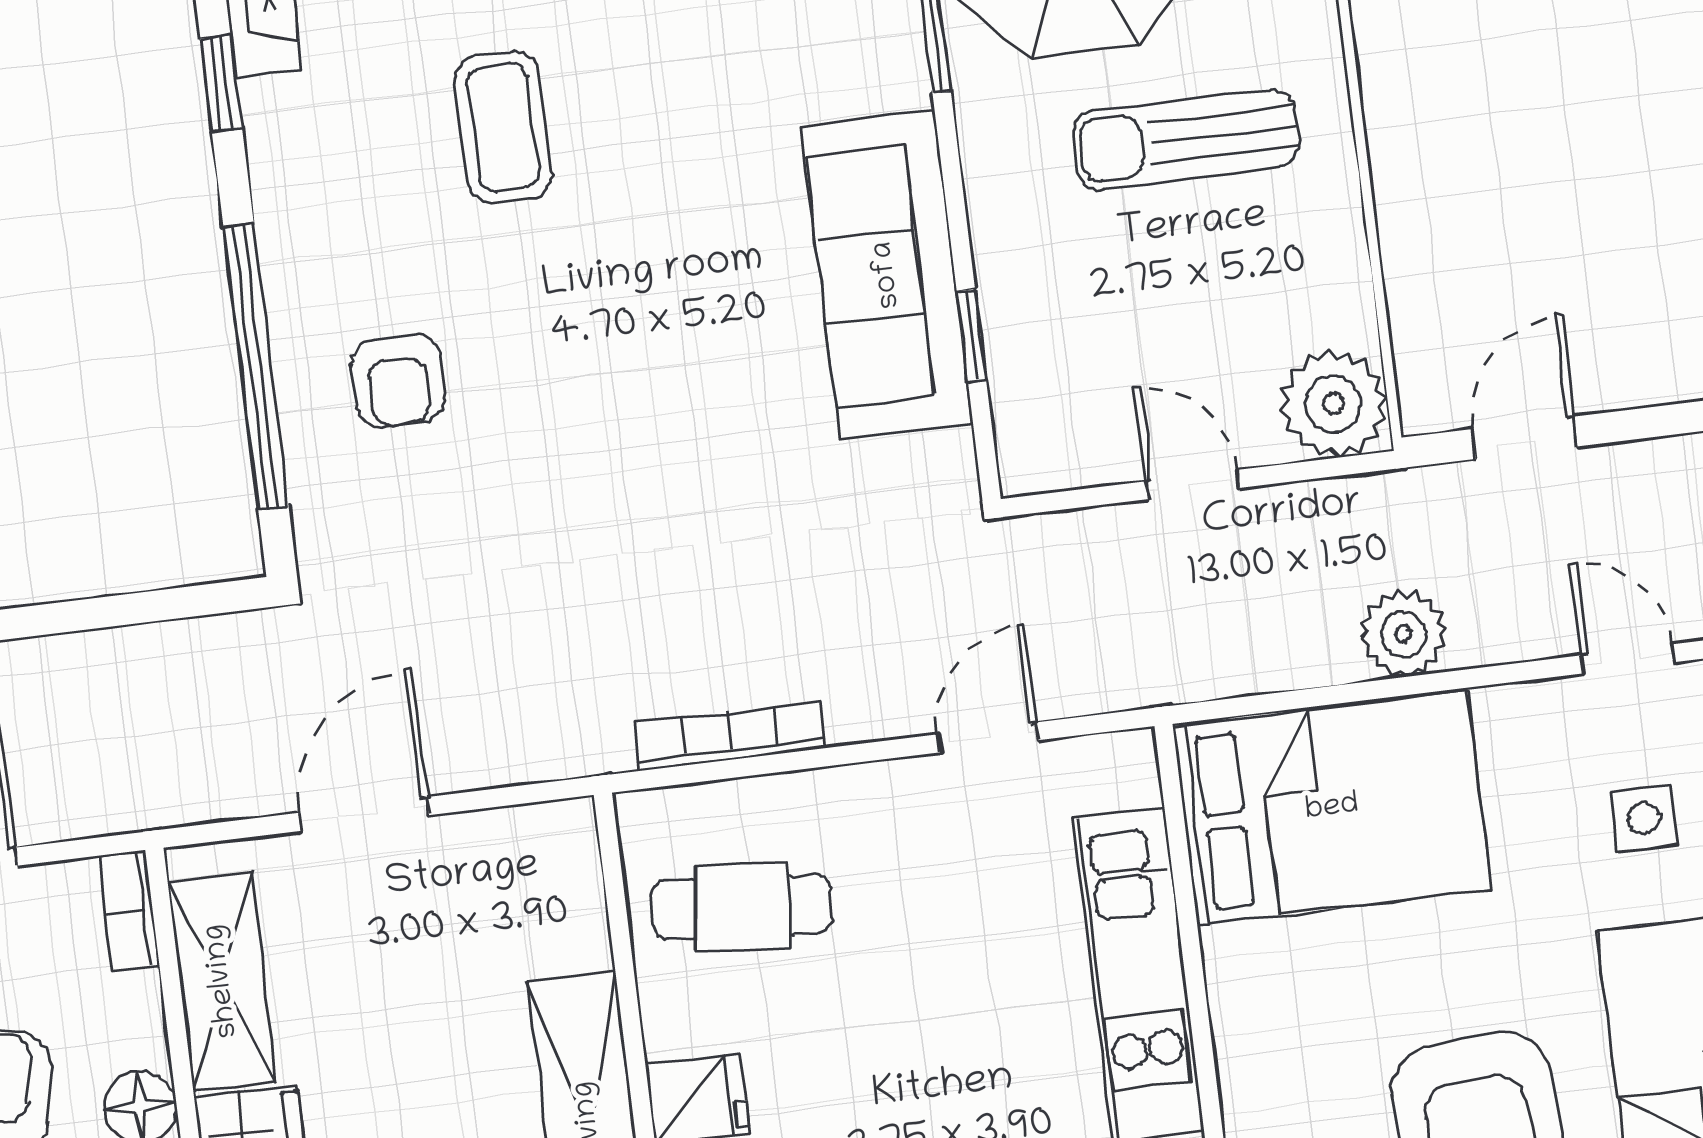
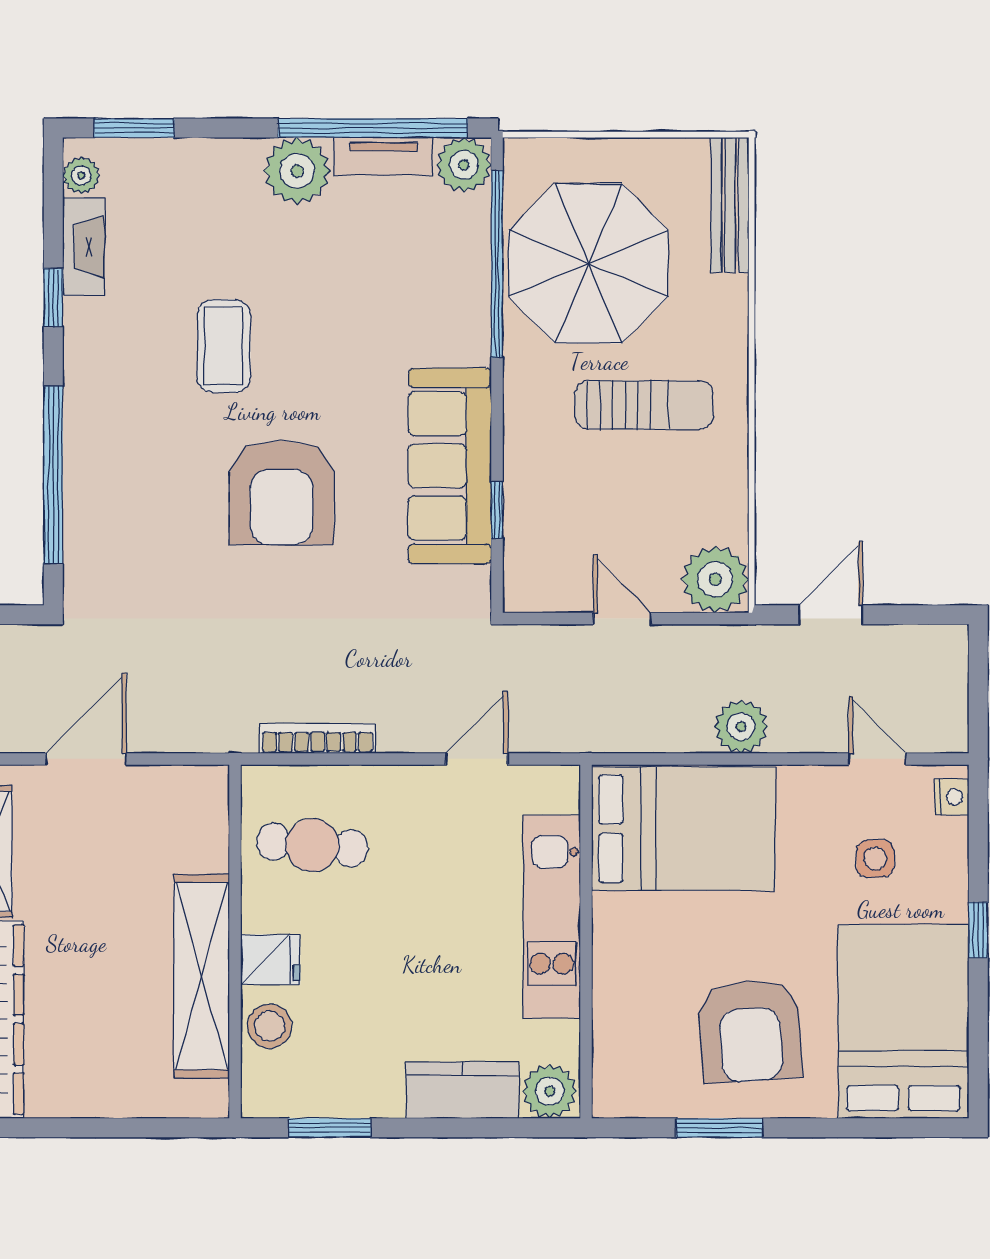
sun lounger: (1185, 139) -> (644, 405), turned 180
armchair: (398, 381) -> (282, 492), moved, width x1.88, depth x1.88

